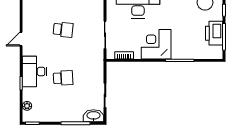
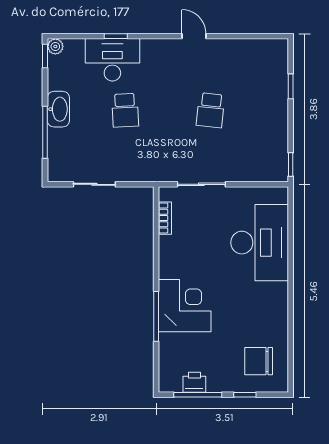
printer: (214, 33) -> (194, 382), width x0.53, depth x0.68
corner desk: (156, 44) -> (185, 306), moved
desk: (35, 71) -> (112, 60), moved
plant: (27, 106) -> (55, 46), moved
washbasin: (93, 116) -> (58, 109), moved

